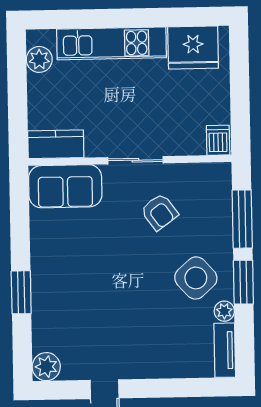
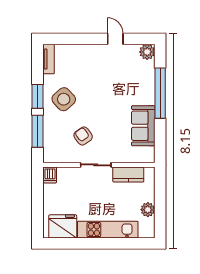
plant: (39, 59) -> (148, 210), moved
kitchen counter: (56, 144) -> (128, 174), moved
sofa: (65, 186) -> (143, 126), moved, turned -90
window: (21, 292) -> (160, 93), width x2.11
plant: (224, 311) -> (48, 81), removed

